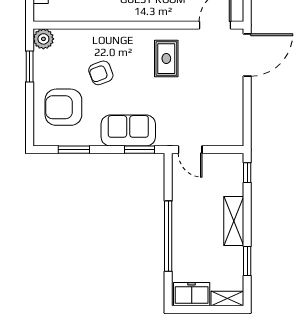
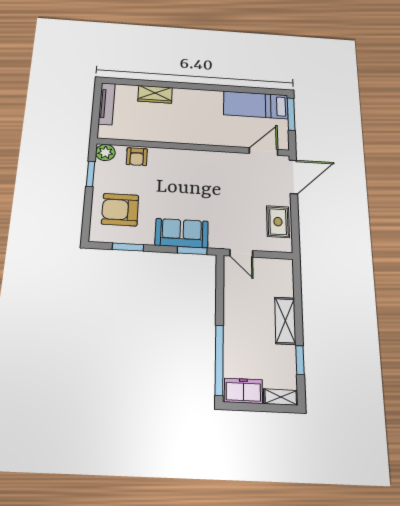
rug: (166, 59) -> (278, 222), moved
armchair: (101, 73) -> (137, 157), moved, turned -69
window: (247, 173) -> (297, 277), removed
window: (168, 236) -> (219, 360), moved

